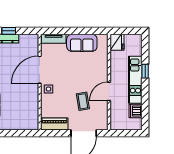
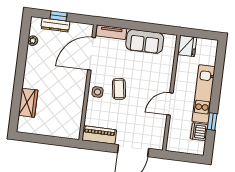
door: (40, 70) -> (91, 54), moved
window: (145, 71) -> (212, 121), moved
coffee table: (83, 101) -> (119, 89), moved

